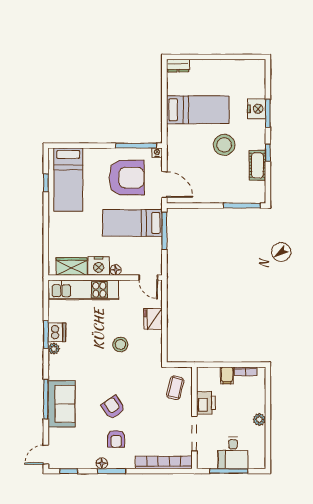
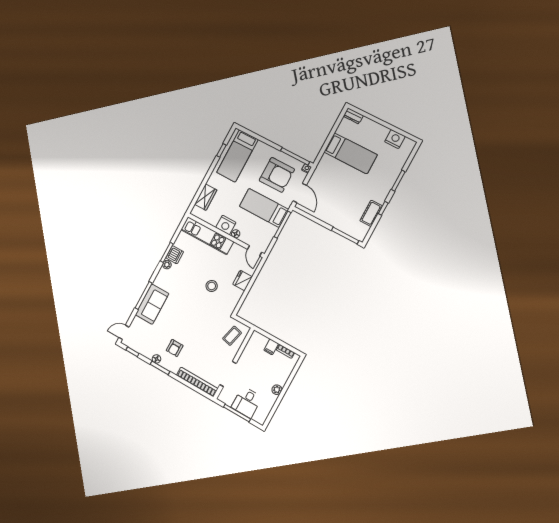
nightstand: (257, 109) -> (395, 139), moved, turned -90
stool: (224, 145) -> (356, 187), removed
wardrobe: (72, 266) -> (206, 197), moved, turned 90
printer: (206, 403) -> (247, 358), removed
armchair: (113, 407) -> (184, 326), removed

